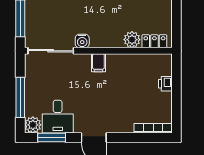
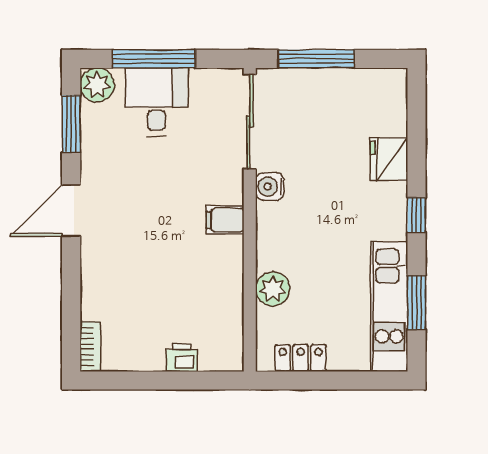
locker: (154, 41) -> (301, 358), moved, turned -90
desk: (58, 117) -> (157, 102), moved, turned 90
bookcase: (153, 128) -> (90, 347), width x0.64

